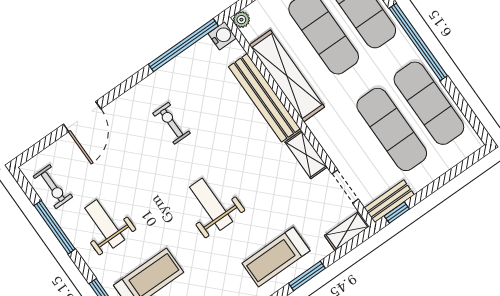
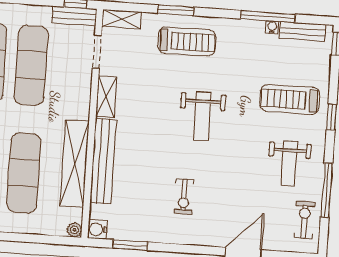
window: (183, 45) -> (130, 245), width x0.47

